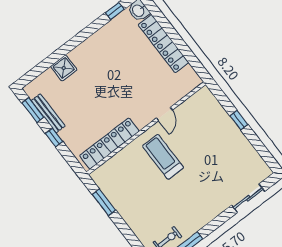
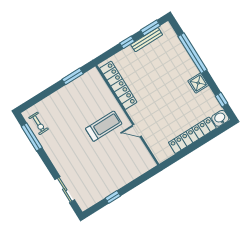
window: (60, 54) -> (193, 53), added
shower: (64, 68) -> (198, 83), moved
window: (239, 120) -> (113, 197), moved

